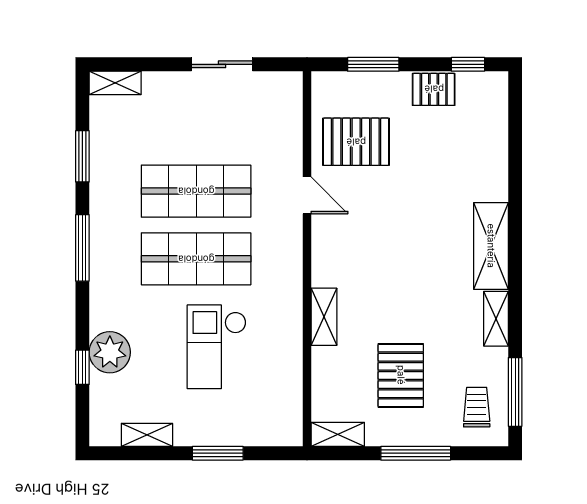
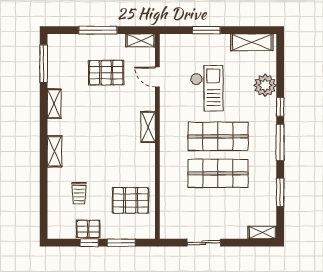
window: (468, 64) -> (89, 243), moved
door: (307, 195) -> (157, 77), moved
shelving: (491, 246) -> (54, 151), width x0.67, depth x0.75
shelving: (324, 317) -> (148, 127), moved
window: (82, 367) -> (280, 107), moved
pallet: (401, 375) -> (106, 73), turned 90
trolley: (477, 407) -> (79, 193), moved
shelving: (147, 435) -> (252, 42), width x1.50, depth x1.33

